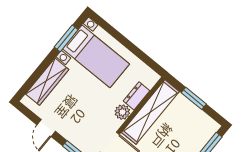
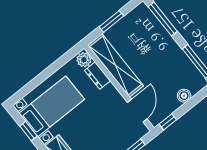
window: (66, 38) -> (28, 131), width x0.67
plant: (122, 112) -> (84, 60), moved

